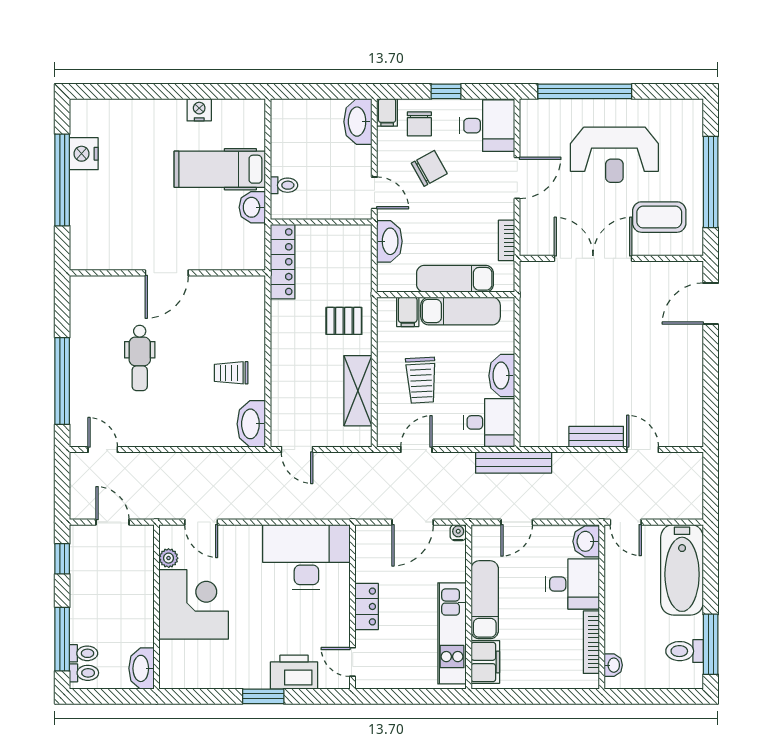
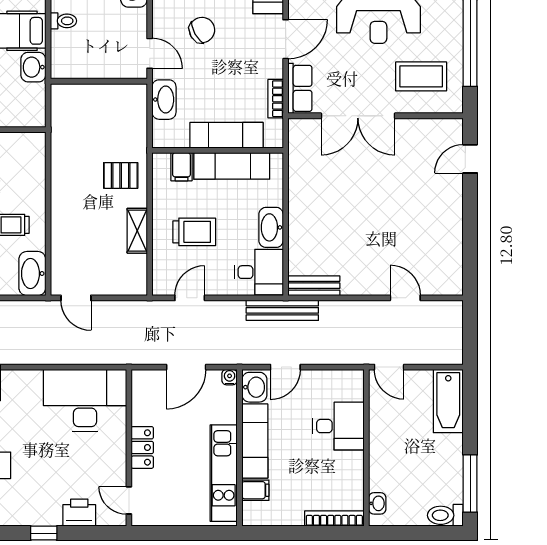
toilet: (284, 185) -> (64, 21), moved
row of seats: (532, 230) -> (300, 88), added
double door: (593, 258) -> (358, 116), swing flipped
locker: (283, 262) -> (62, 119), removed
door: (711, 304) -> (470, 159), width x0.73
trolley: (421, 380) -> (194, 232), turned -87
shelving: (358, 391) -> (137, 231), width x0.67, depth x0.75
bench: (596, 437) -> (314, 286), moved
washbasin: (586, 541) -> (254, 387), moved, turned 180
bathtub: (682, 570) -> (448, 401), width x0.73, depth x0.73
bookcase: (591, 642) -> (334, 519), moved, turned 90
toilet: (685, 651) -> (445, 515), moved
filing cabinet: (485, 662) -> (255, 490), width x0.50
printer: (294, 672) -> (79, 513), width x0.73, depth x0.84
window: (263, 696) -> (44, 533), width x0.67

